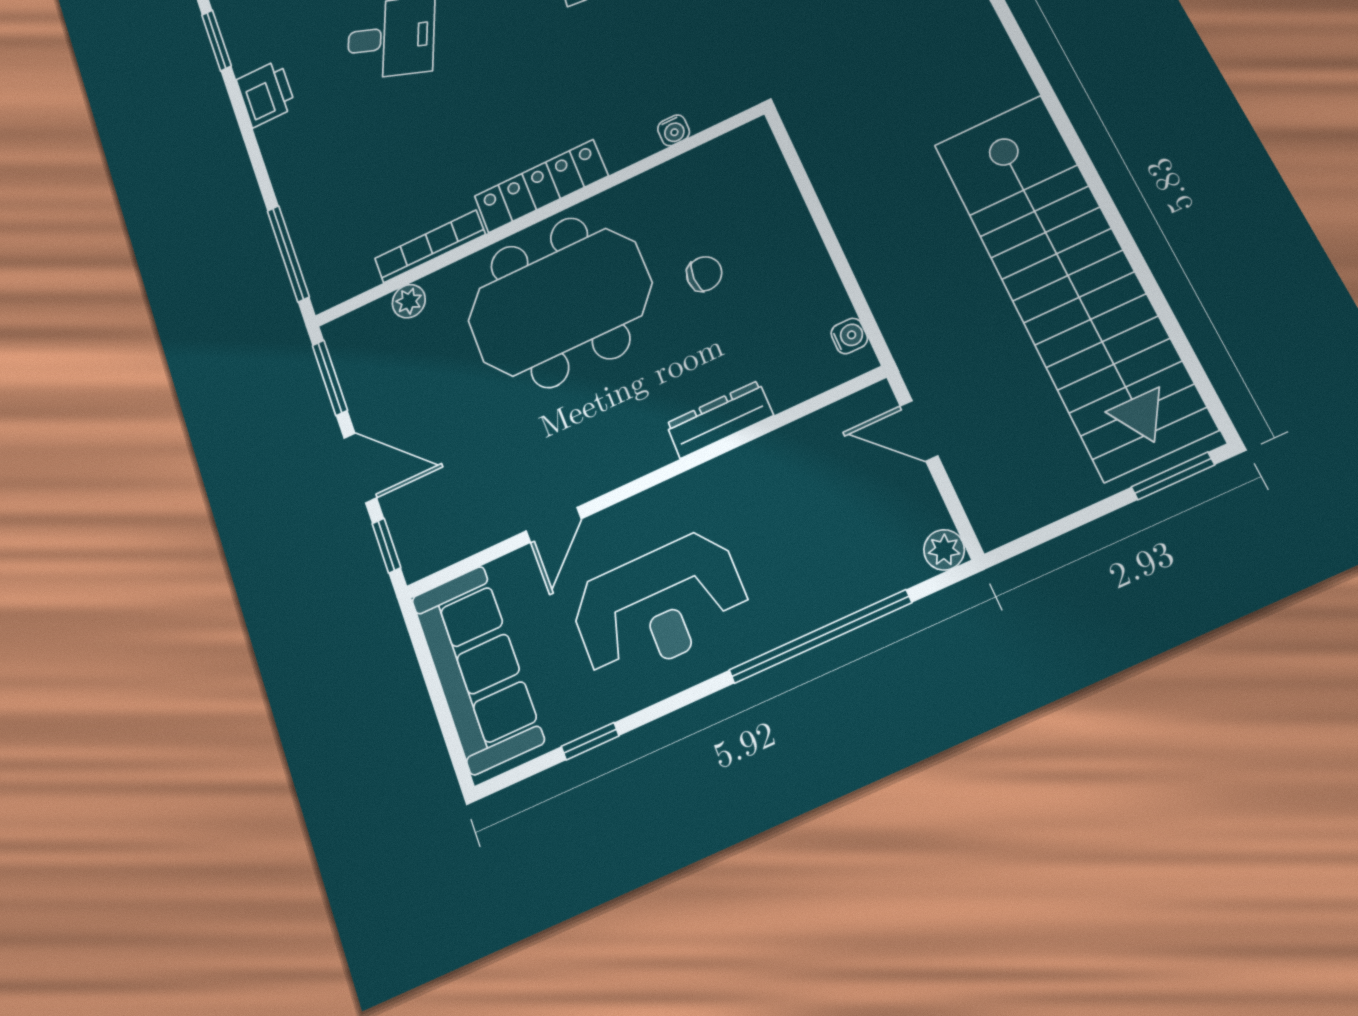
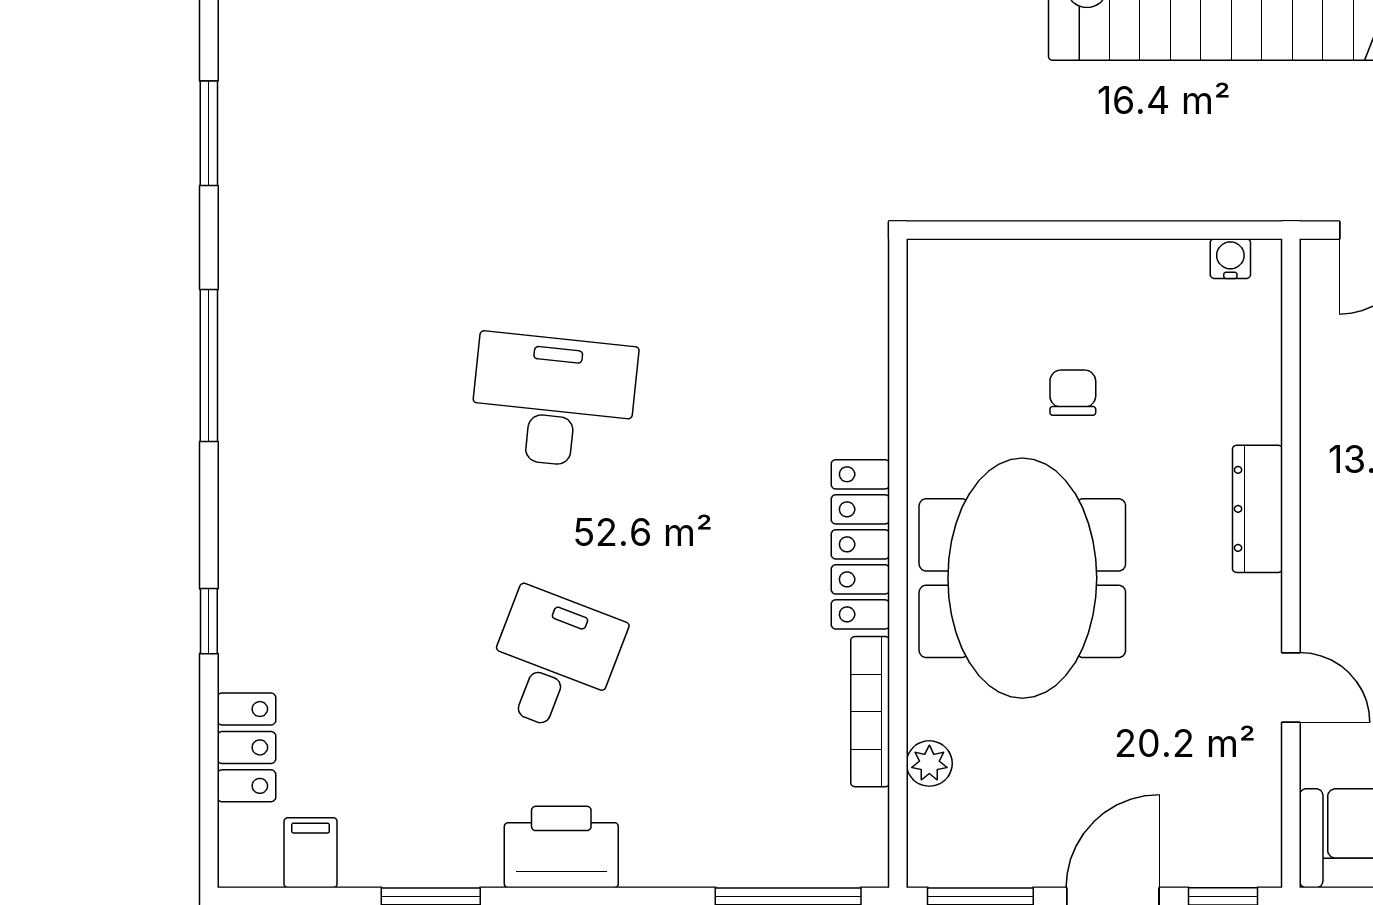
printer: (266, 93) -> (561, 847), width x1.37, depth x1.19
water cooler: (674, 130) -> (870, 355), removed
dresser: (719, 419) -> (1257, 509), moved

